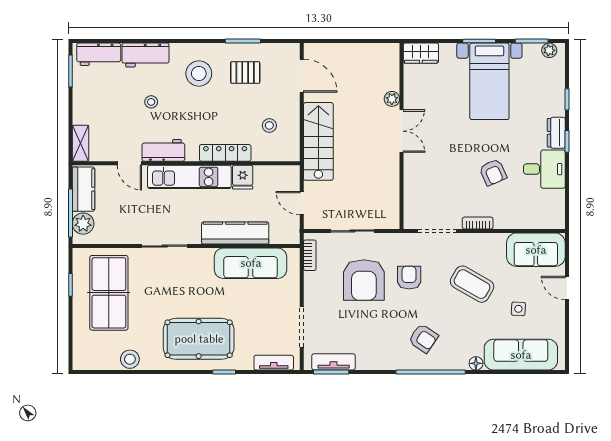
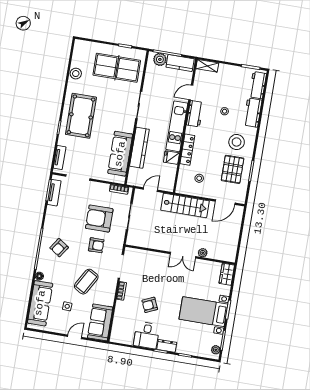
pallet: (245, 73) -> (233, 169), width x1.50, depth x1.42

